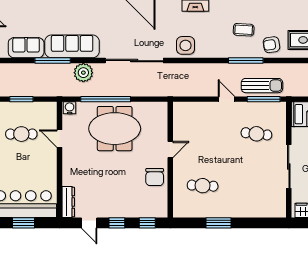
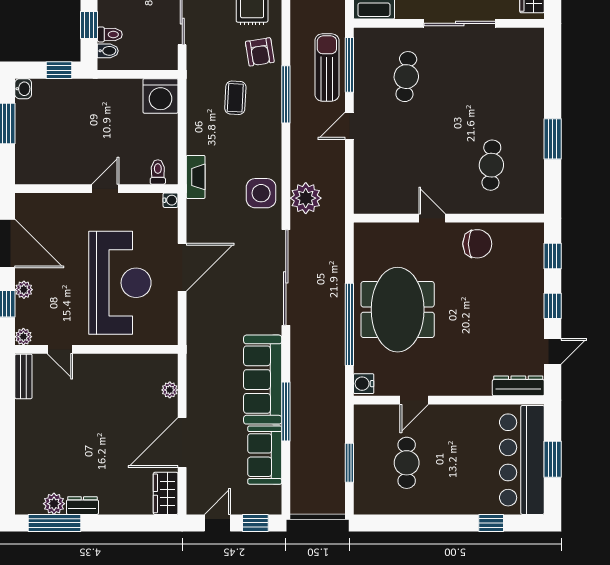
plant: (83, 73) -> (306, 198), moved

